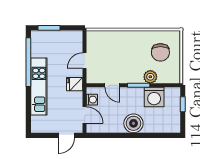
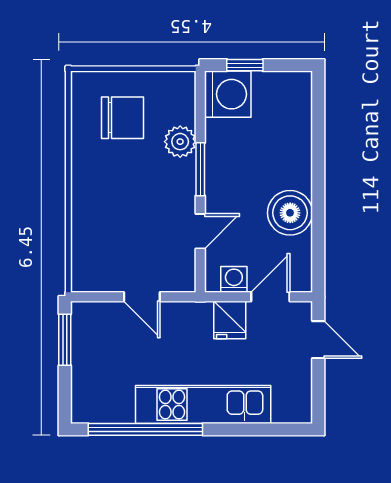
window: (49, 28) -> (65, 340), moved
fridge: (75, 84) -> (230, 320), moved
washing machine: (154, 97) -> (228, 94), moved
boiler: (133, 123) -> (290, 213), moved

